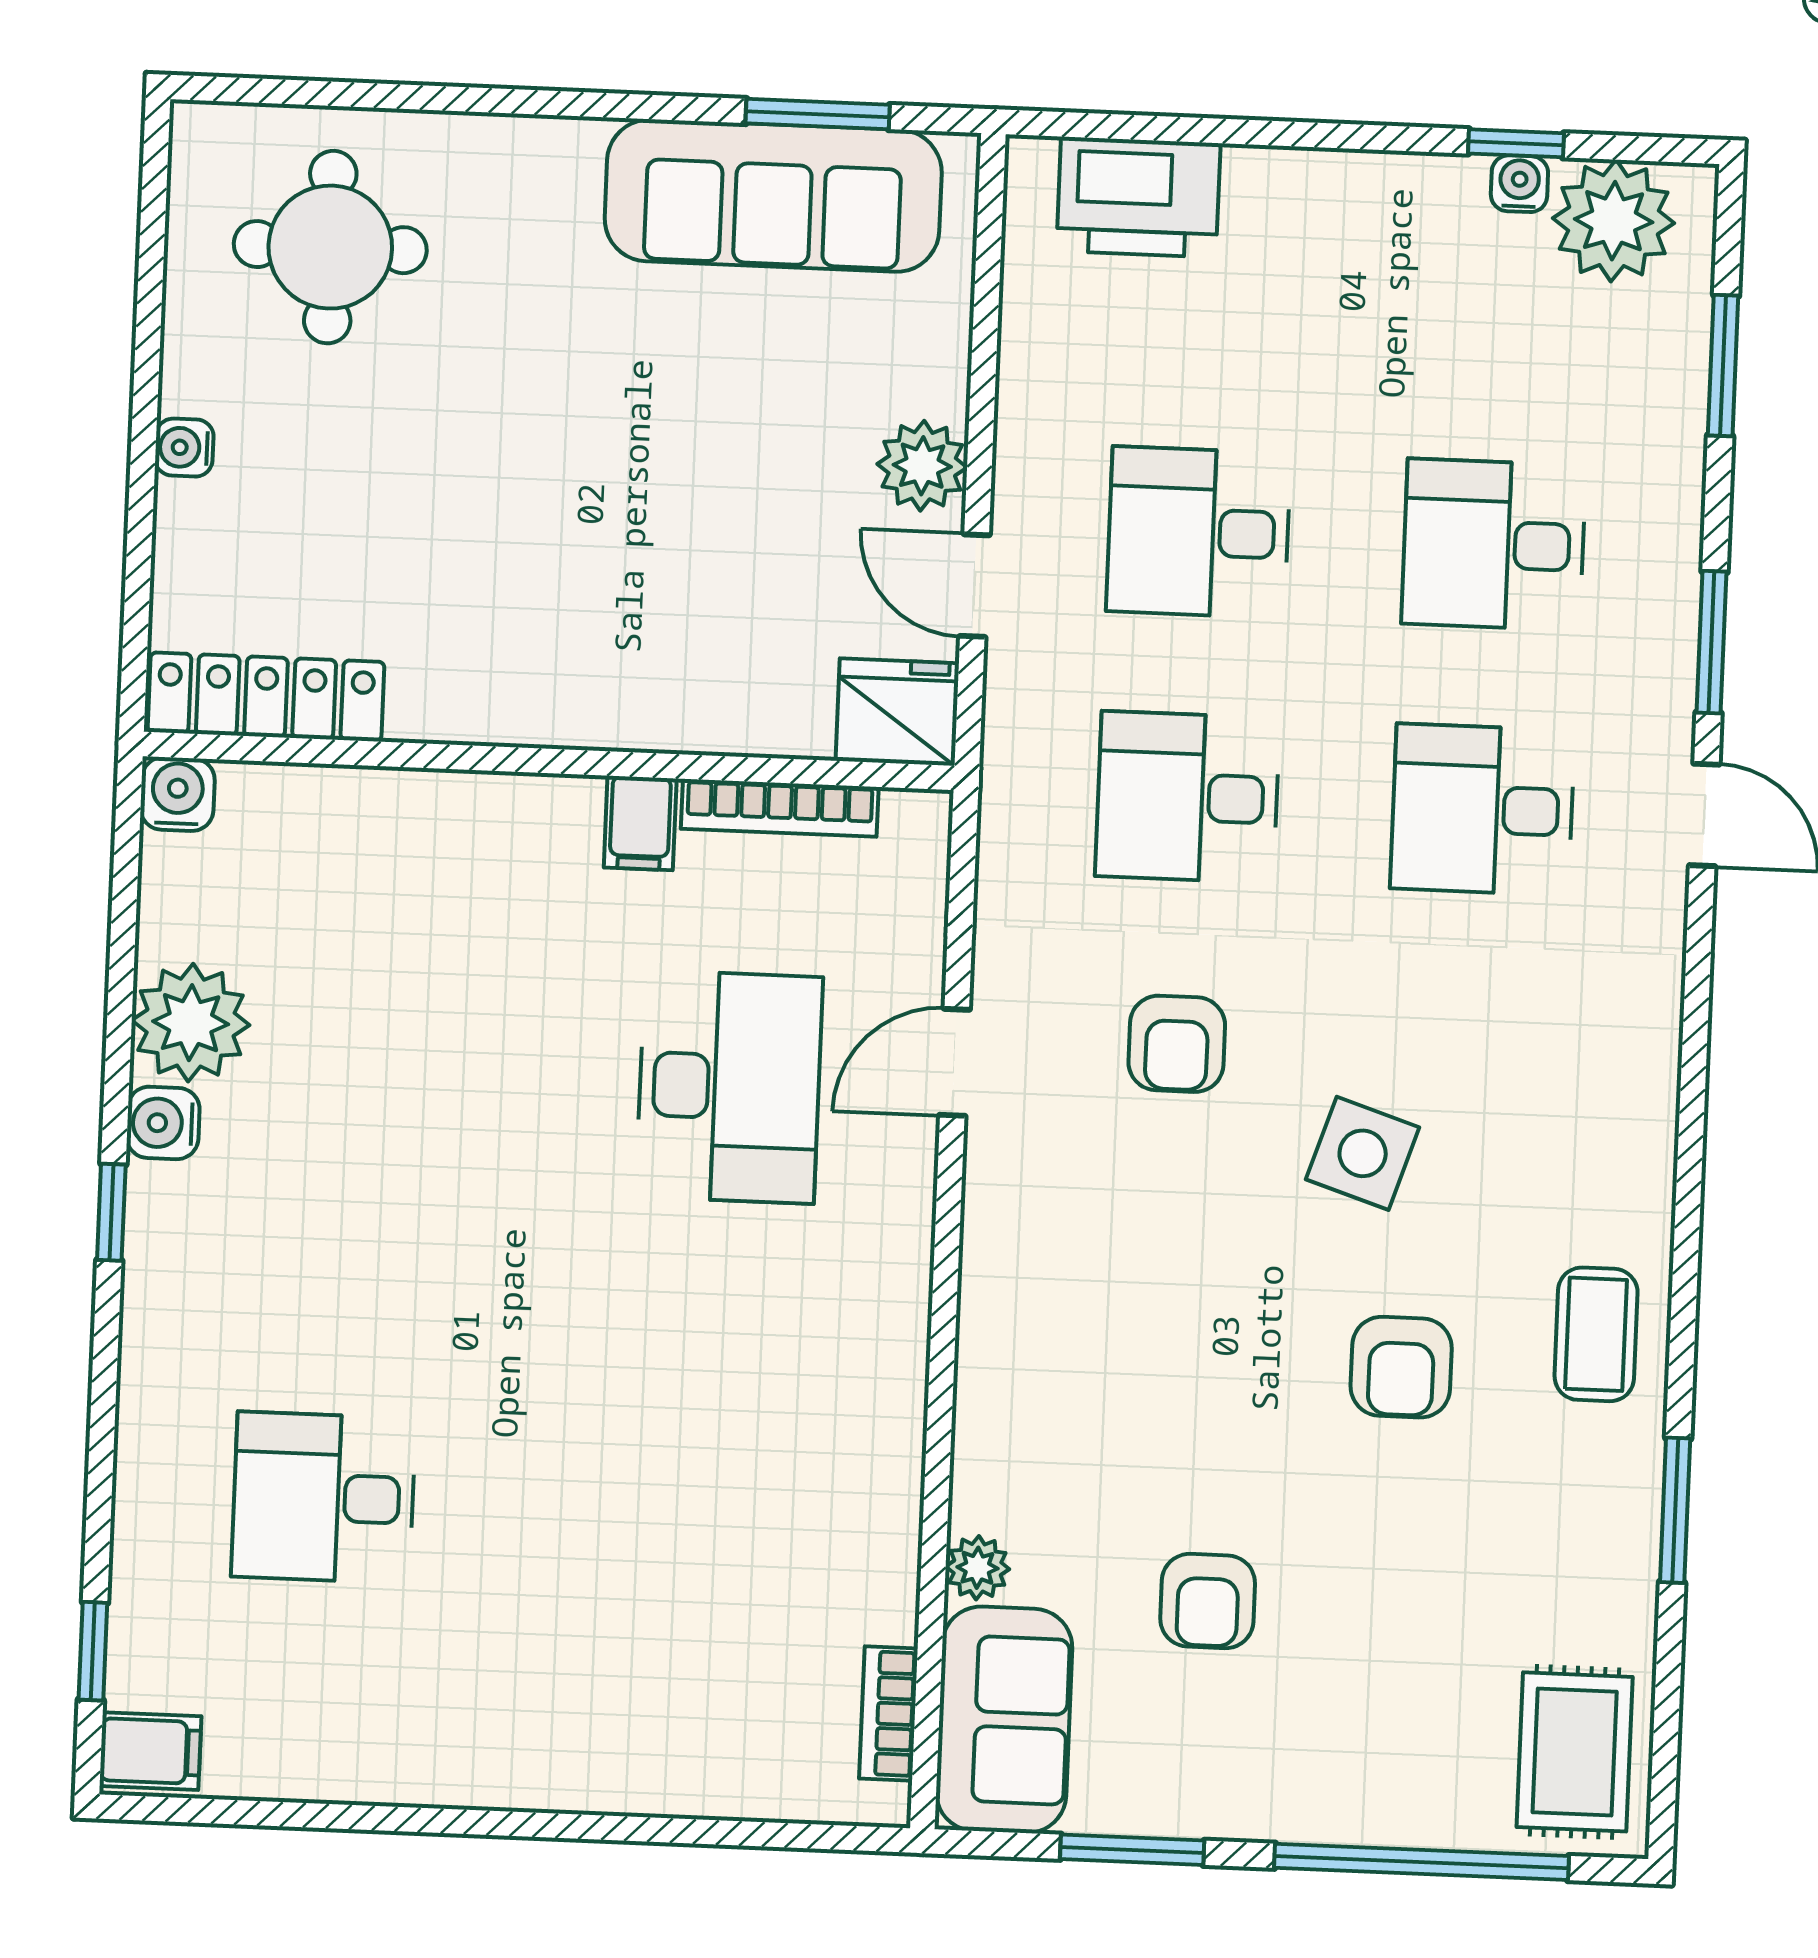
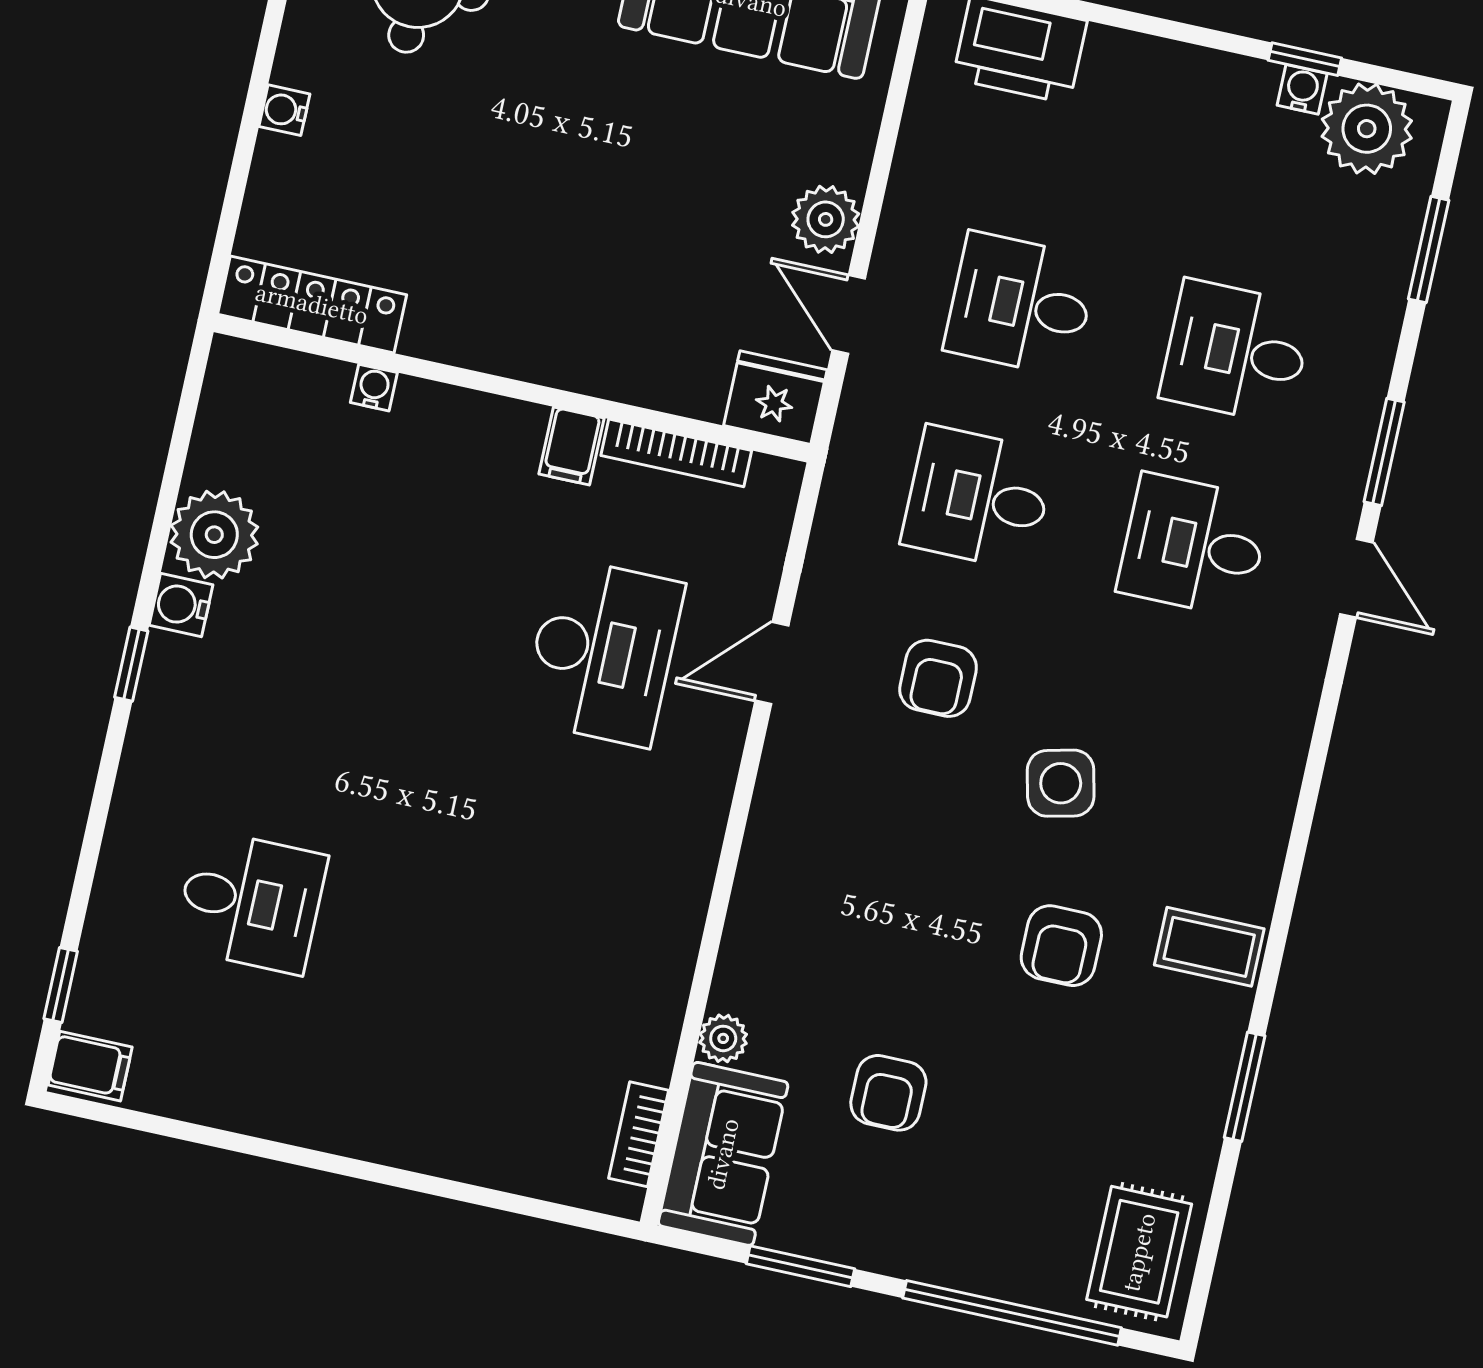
water cooler: (178, 794) -> (374, 388), moved, width x0.72, depth x0.72
side table: (1363, 1153) -> (1061, 783), turned -31
coffee table: (1596, 1334) -> (1209, 947), turned 90
desk: (324, 1498) -> (251, 902), turned 180

